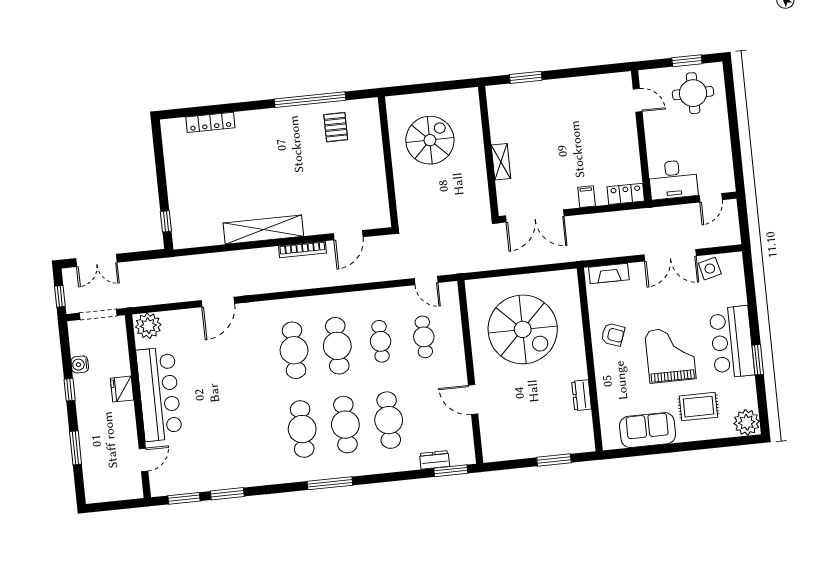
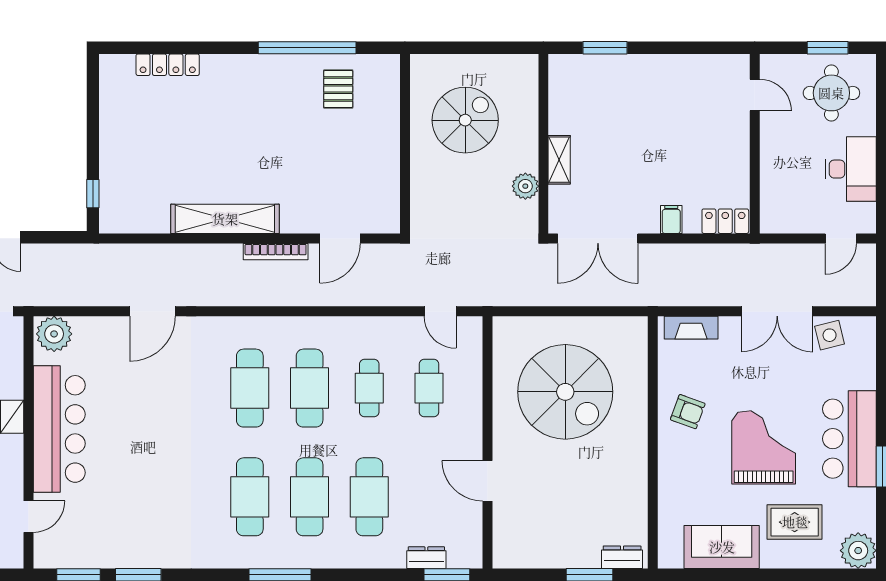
desk: (673, 180) -> (851, 169), moved, turned -90
plant: (478, 183) -> (525, 186), added
dresser: (582, 395) -> (622, 557), moved, turned 90

